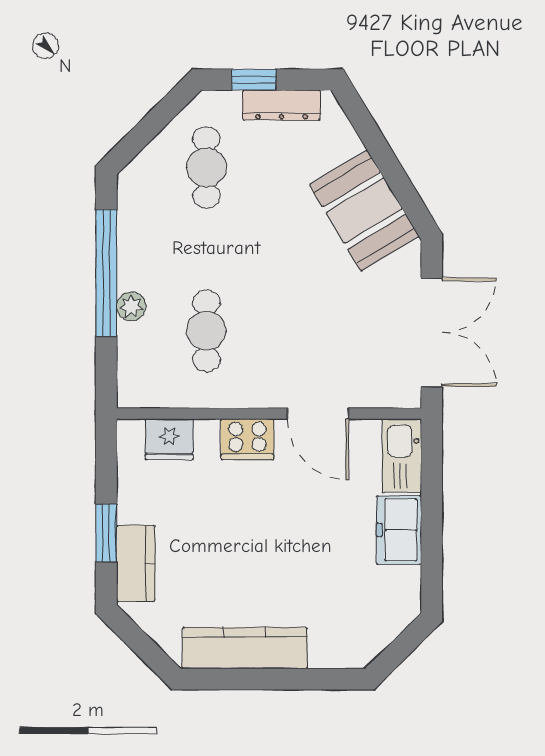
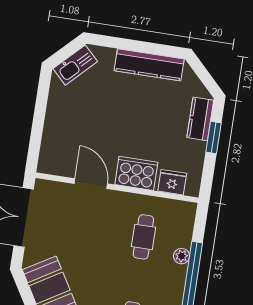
cooker: (247, 439) -> (136, 173), width x1.37, depth x1.31
kitchen sink: (402, 456) -> (75, 65), moved, turned 45
freezer: (399, 530) -> (57, 115), removed

